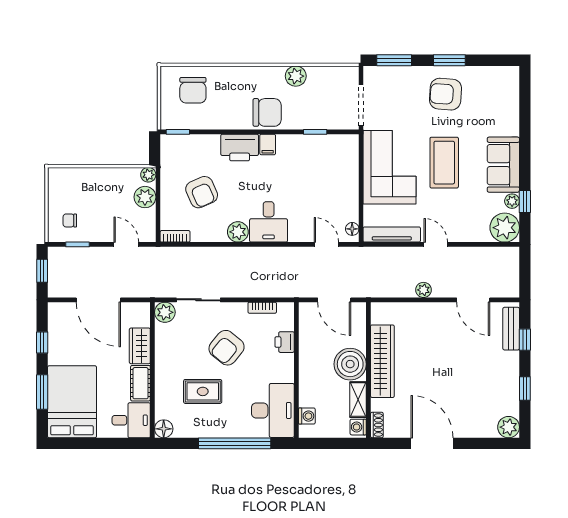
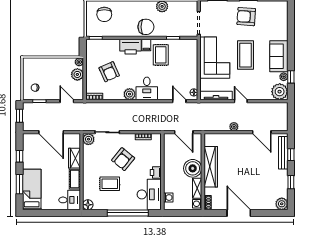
rug: (293, 162) -> (161, 55), added
bench: (511, 329) -> (283, 153), width x1.36
printer: (285, 342) -> (156, 172), moved
bed: (72, 402) -> (32, 190), width x0.67

